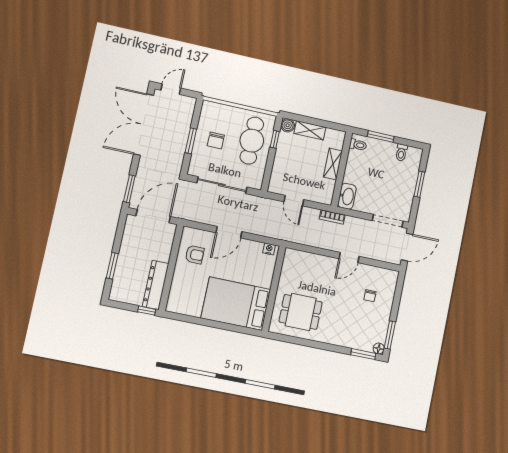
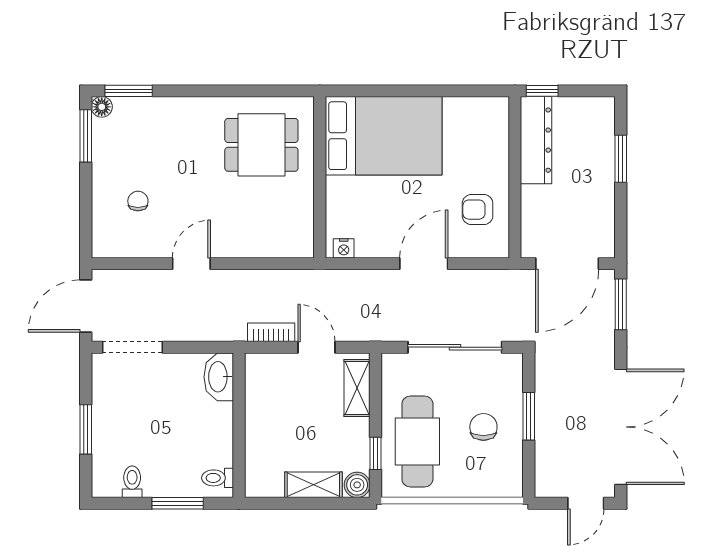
shelving: (333, 164) -> (357, 388), moved
bookcase: (332, 217) -> (271, 332), moved

